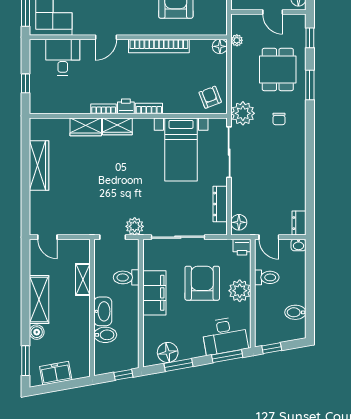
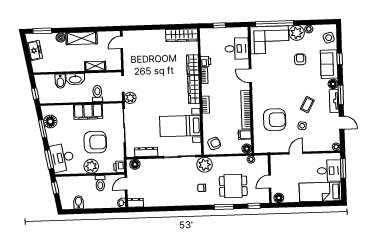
filing cabinet: (198, 49) -> (245, 135), added
printer: (126, 106) -> (206, 62), moved
wardrobe: (117, 126) -> (194, 89), width x1.50
wardrobe: (39, 166) -> (182, 35), moved

